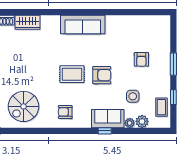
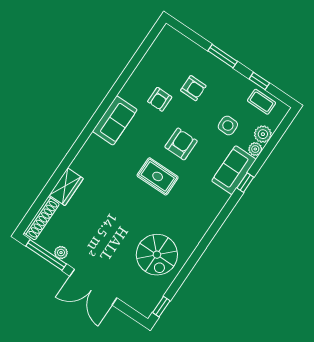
sofa: (83, 24) -> (115, 120), width x0.73
rug: (72, 74) -> (158, 176), turned 90
armchair: (65, 112) -> (160, 99), moved

